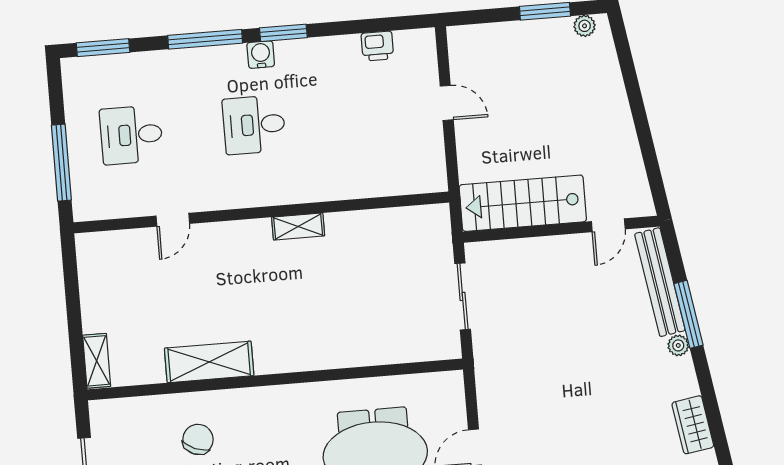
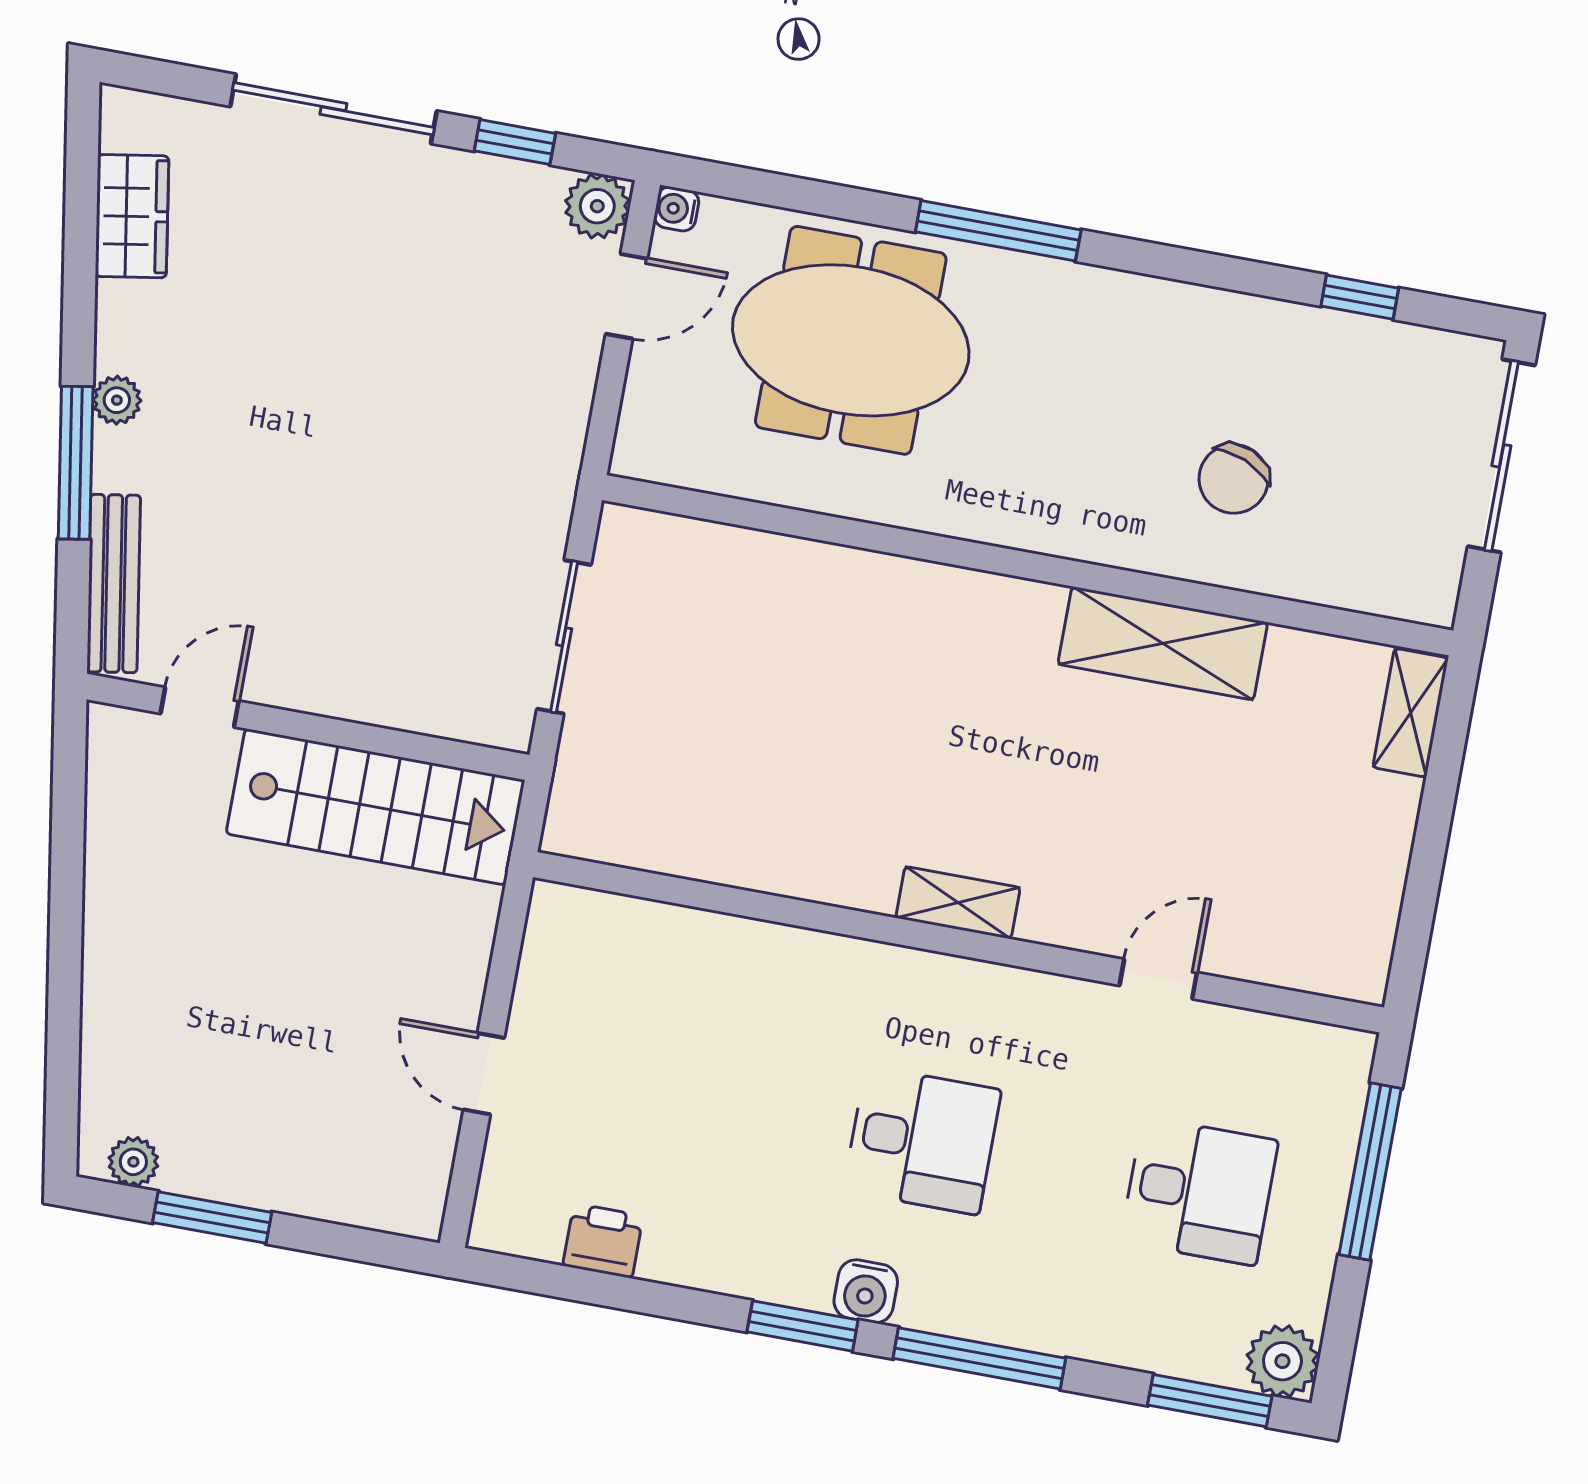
plant: (77, 73) -> (1282, 1361), added
shelving: (298, 226) -> (958, 903), moved
bench: (660, 282) -> (114, 584), width x0.73, depth x0.82

